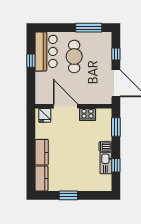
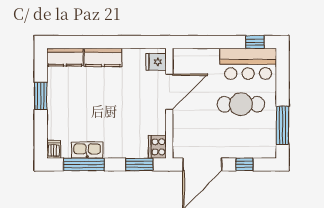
window: (31, 61) -> (255, 42), moved
cooker: (87, 114) -> (157, 147), moved
dishwasher: (105, 147) -> (54, 149), moved
window: (116, 165) -> (84, 164), width x2.17

